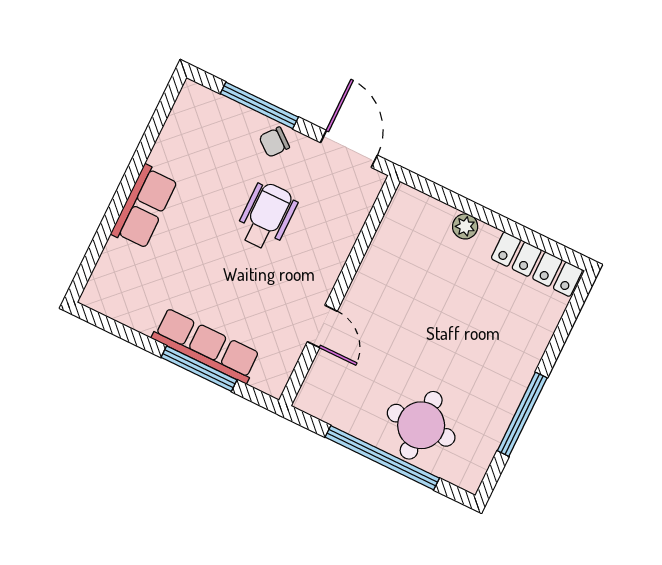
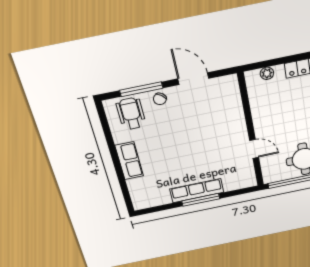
wheelchair: (267, 216) -> (131, 114), moved
wall: (340, 291) -> (251, 131), moved
door: (322, 326) -> (254, 149), moved

